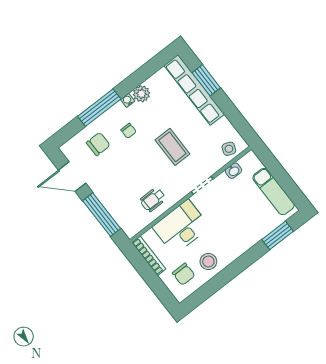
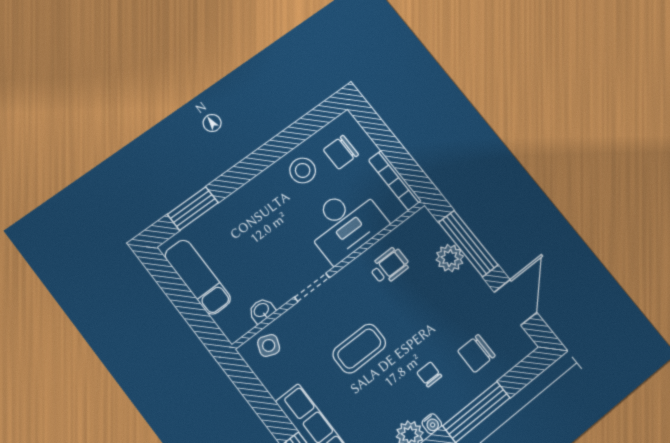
coffee table: (172, 147) -> (359, 349), turned 90
door: (72, 177) -> (515, 302), hinge flipped
plant: (114, 205) -> (450, 258), added
chair: (184, 274) -> (341, 152), turned -90

